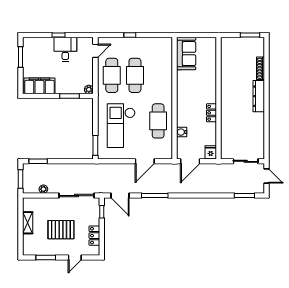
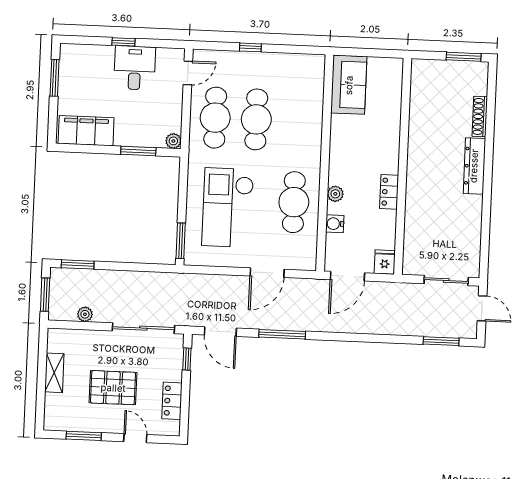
plant: (181, 115) -> (335, 194), added
door: (75, 258) -> (135, 438), swing flipped

